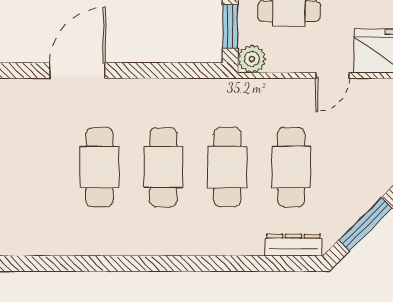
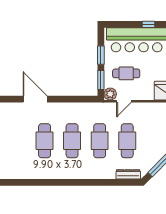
door: (78, 71) -> (35, 99), hinge flipped
door: (332, 75) -> (124, 101), moved

